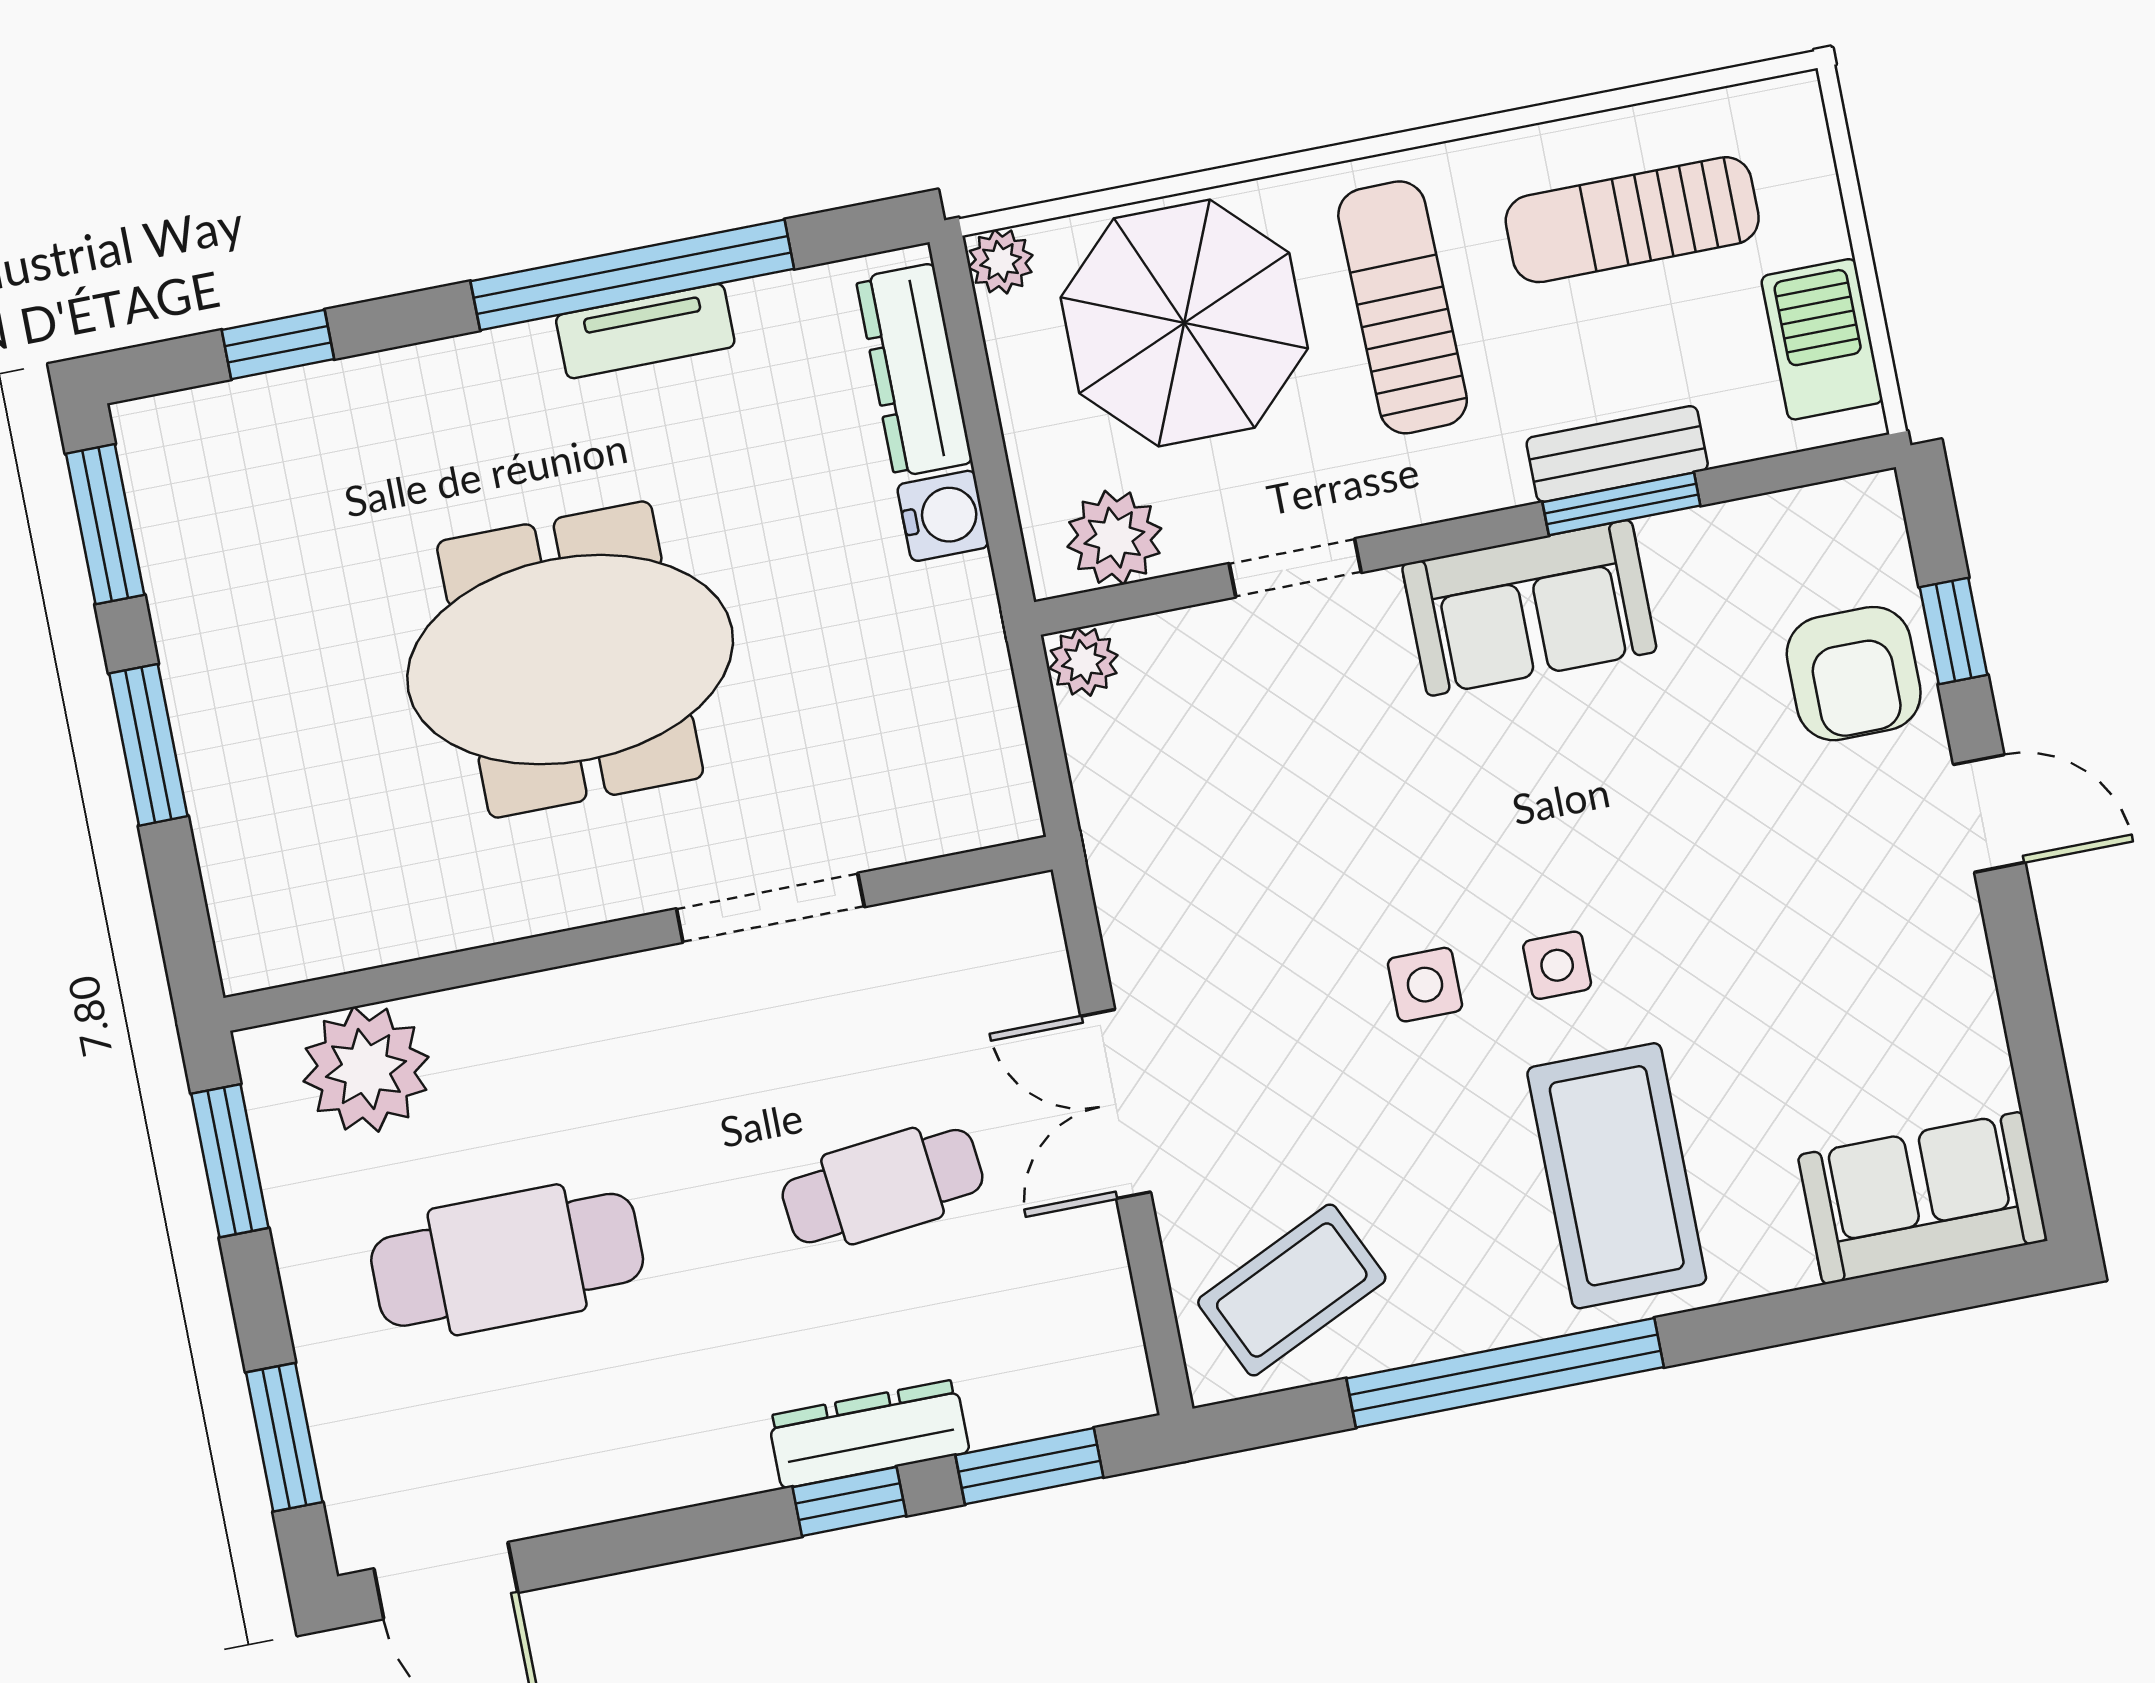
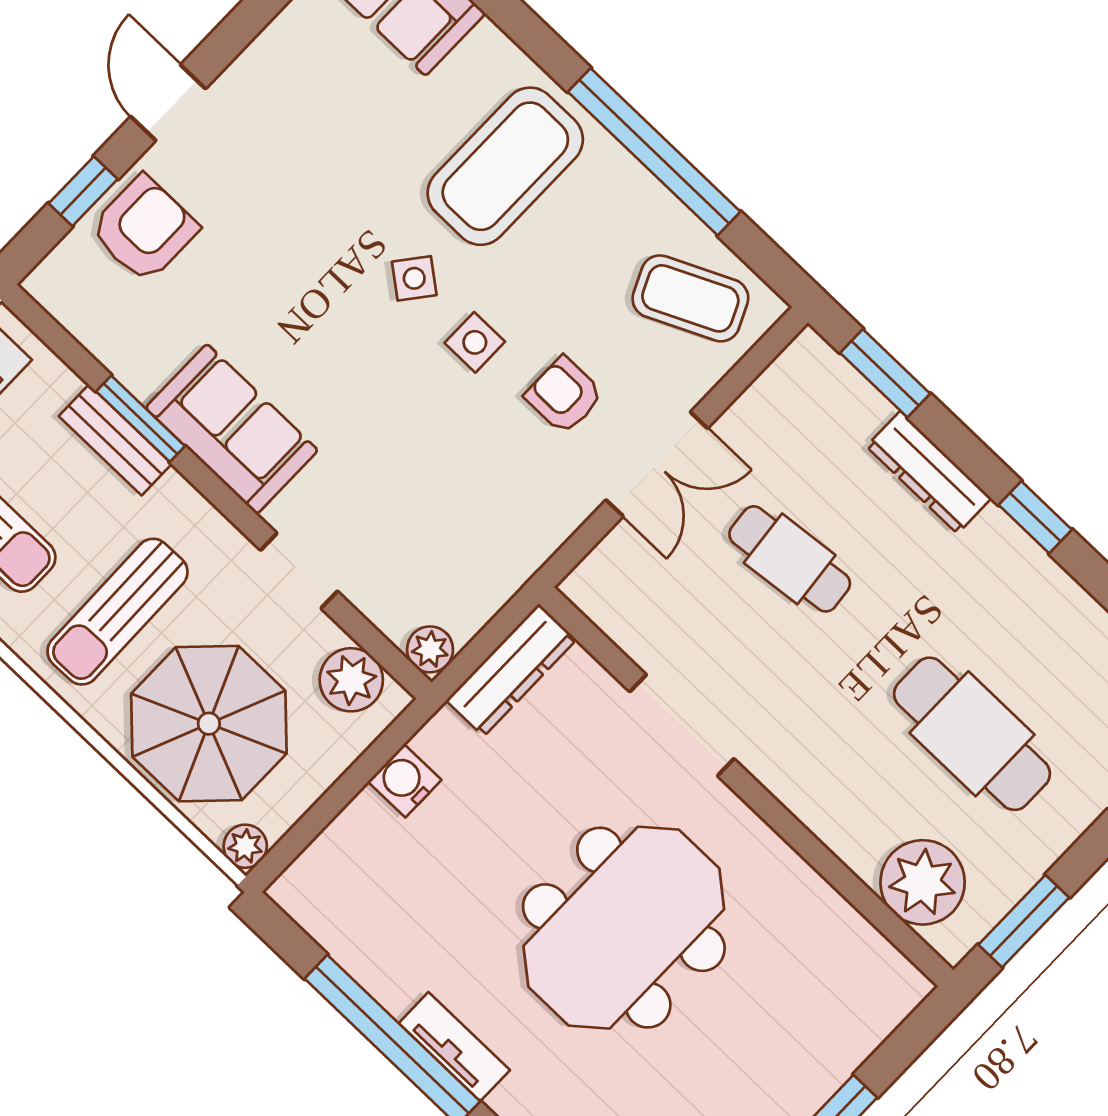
tv unit: (645, 331) -> (454, 1047), moved
dresser: (914, 370) -> (511, 670), moved
meeting table: (570, 660) -> (624, 928), turned 90
side table: (1557, 965) -> (414, 278), turned 38
armchair: (1282, 1049) -> (564, 395), added
window: (849, 1501) -> (1035, 517), moved

